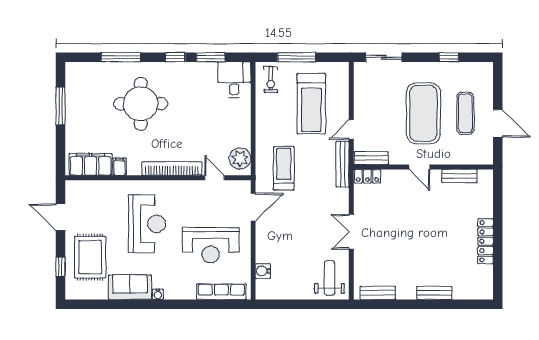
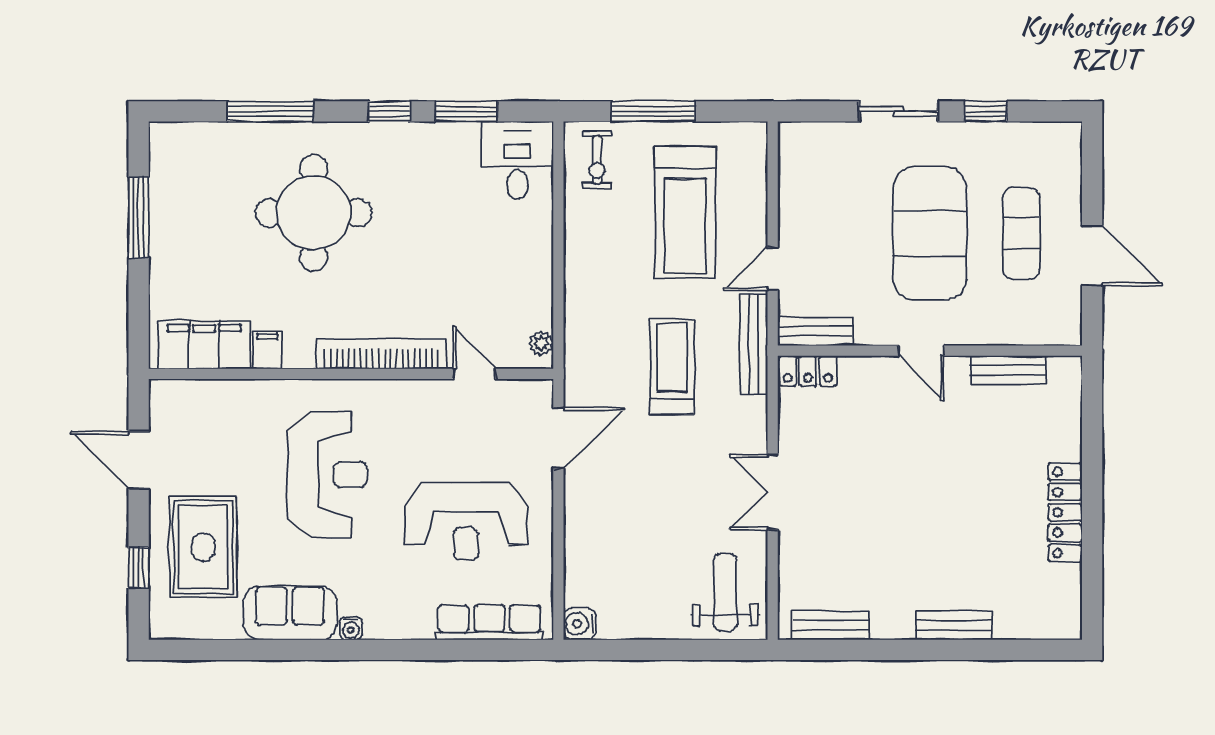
sliding door: (384, 57) -> (899, 111), moved
plant: (240, 159) -> (541, 343), width x0.53, depth x0.53
treadmill: (284, 168) -> (672, 367), moved
water cooler: (263, 271) -> (580, 624), moved

